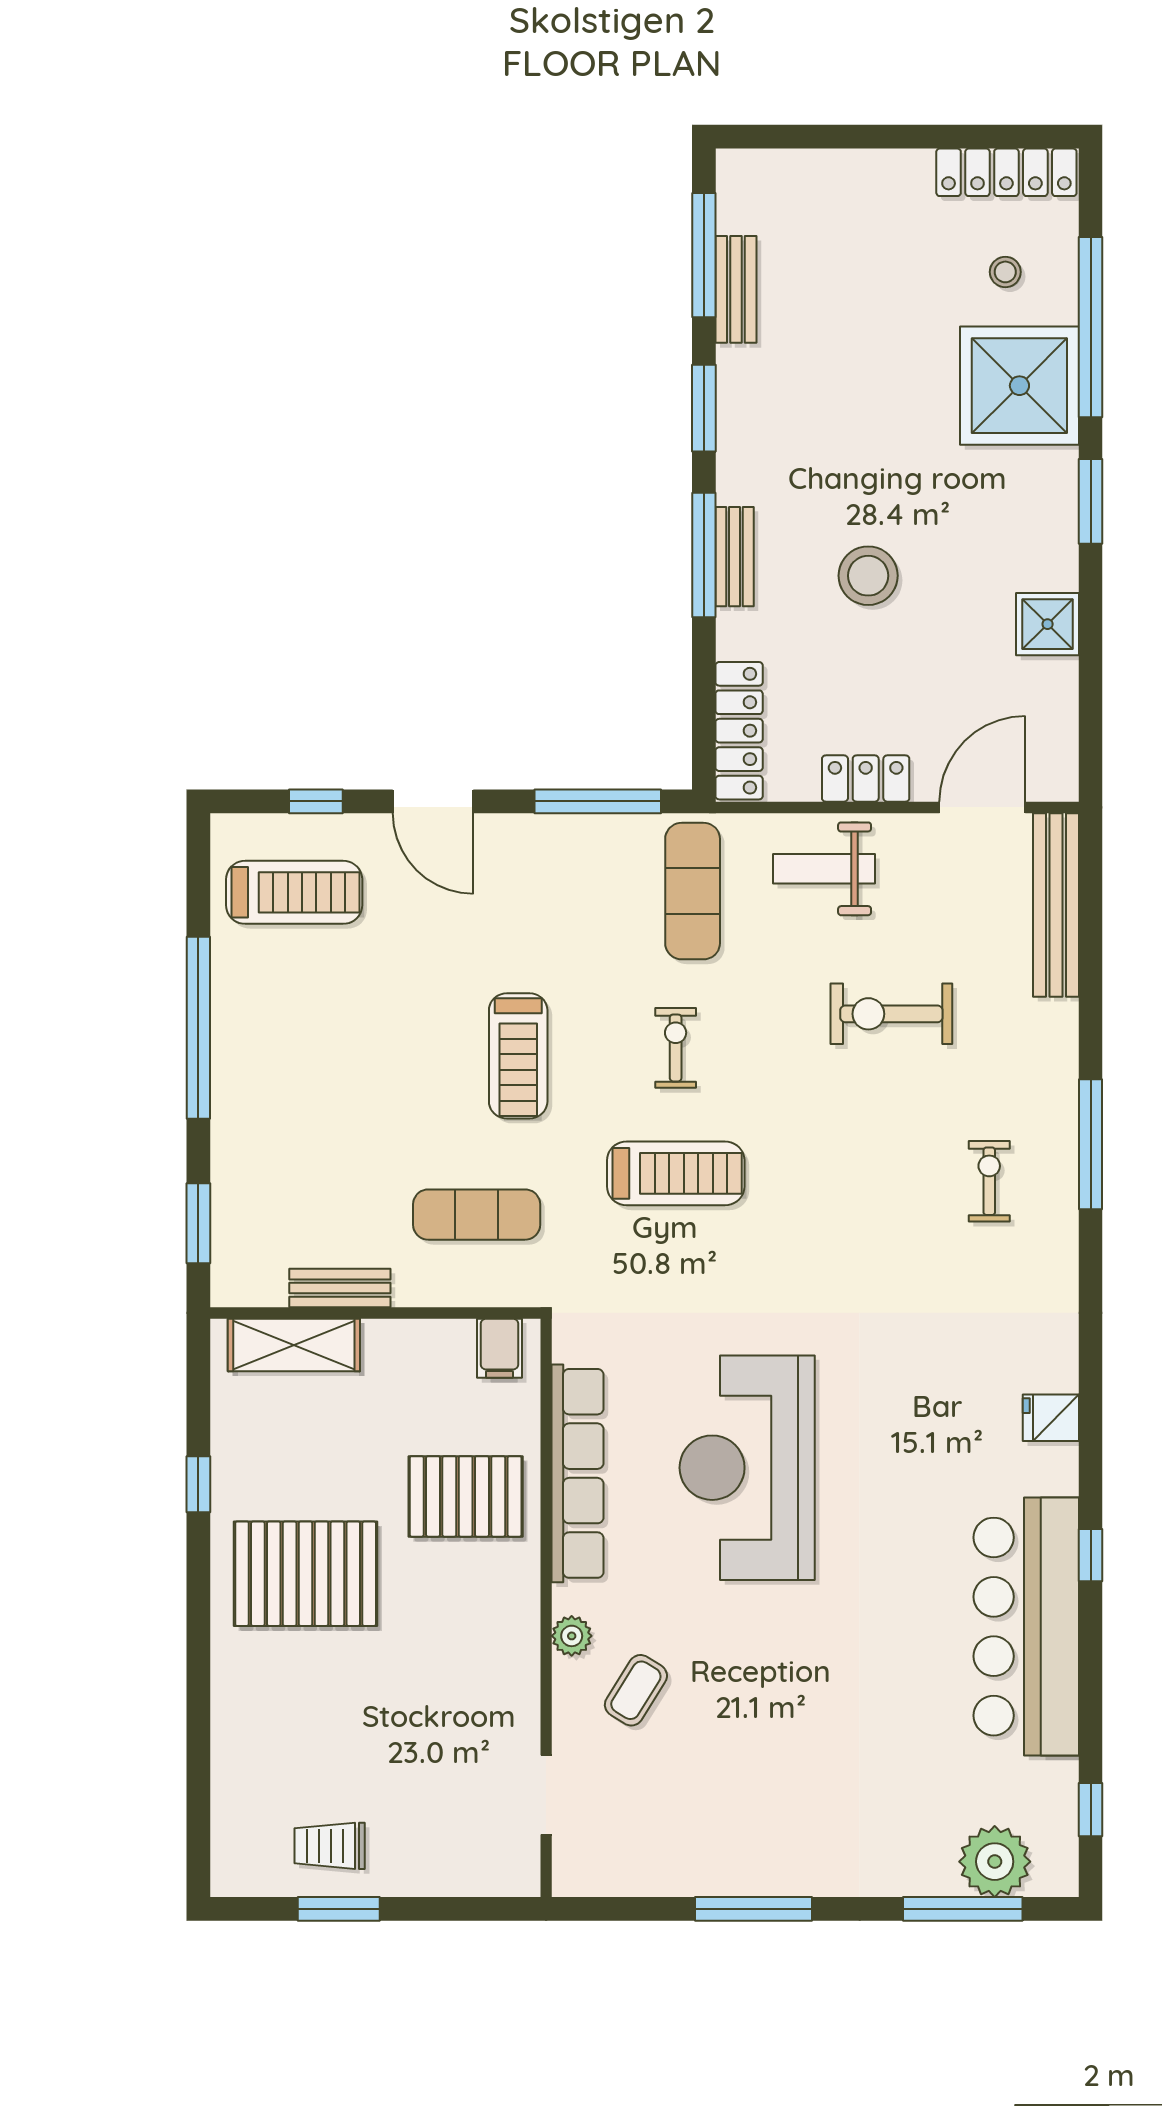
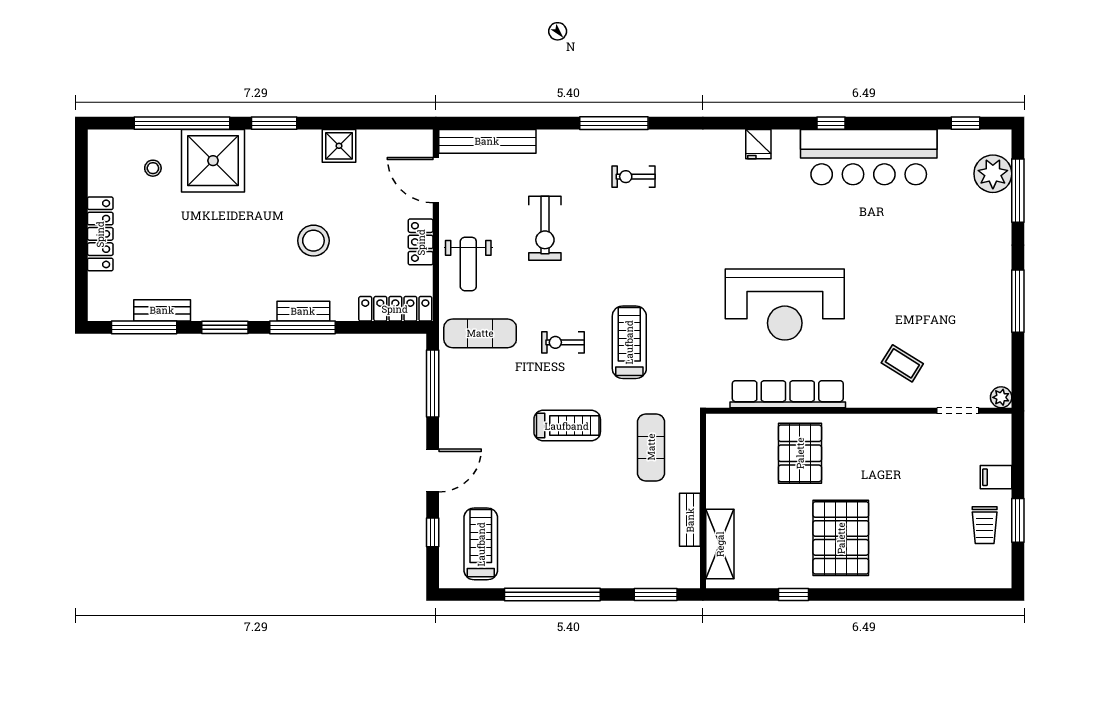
locker: (1006, 172) -> (100, 234), moved
filing cabinet: (499, 1348) -> (996, 477), moved, turned 180
plant: (572, 1636) -> (1001, 397), moved

